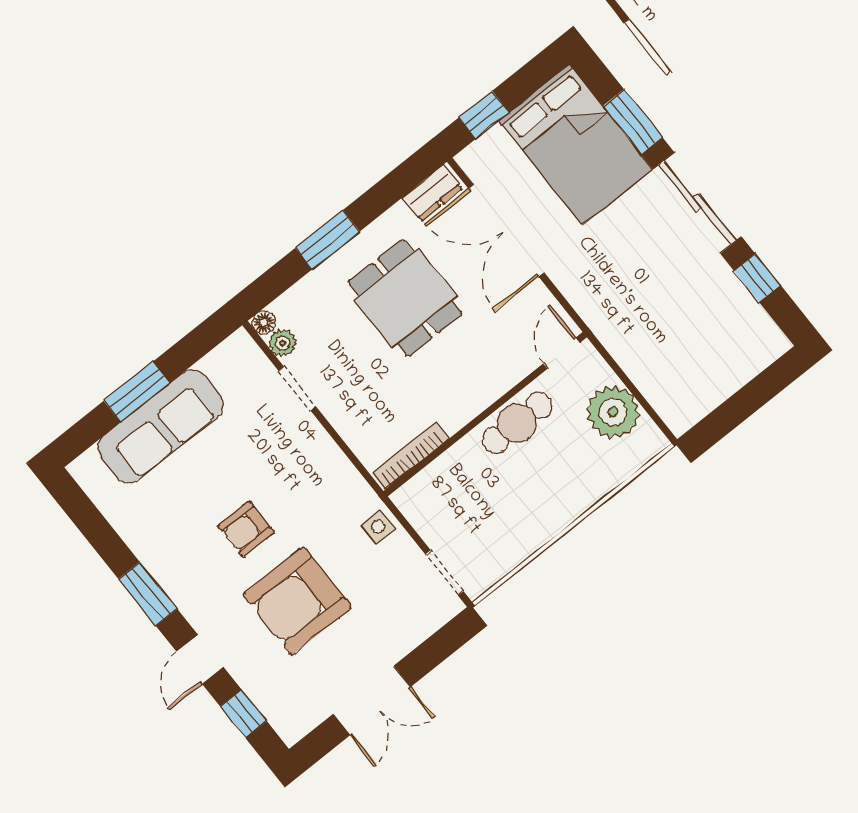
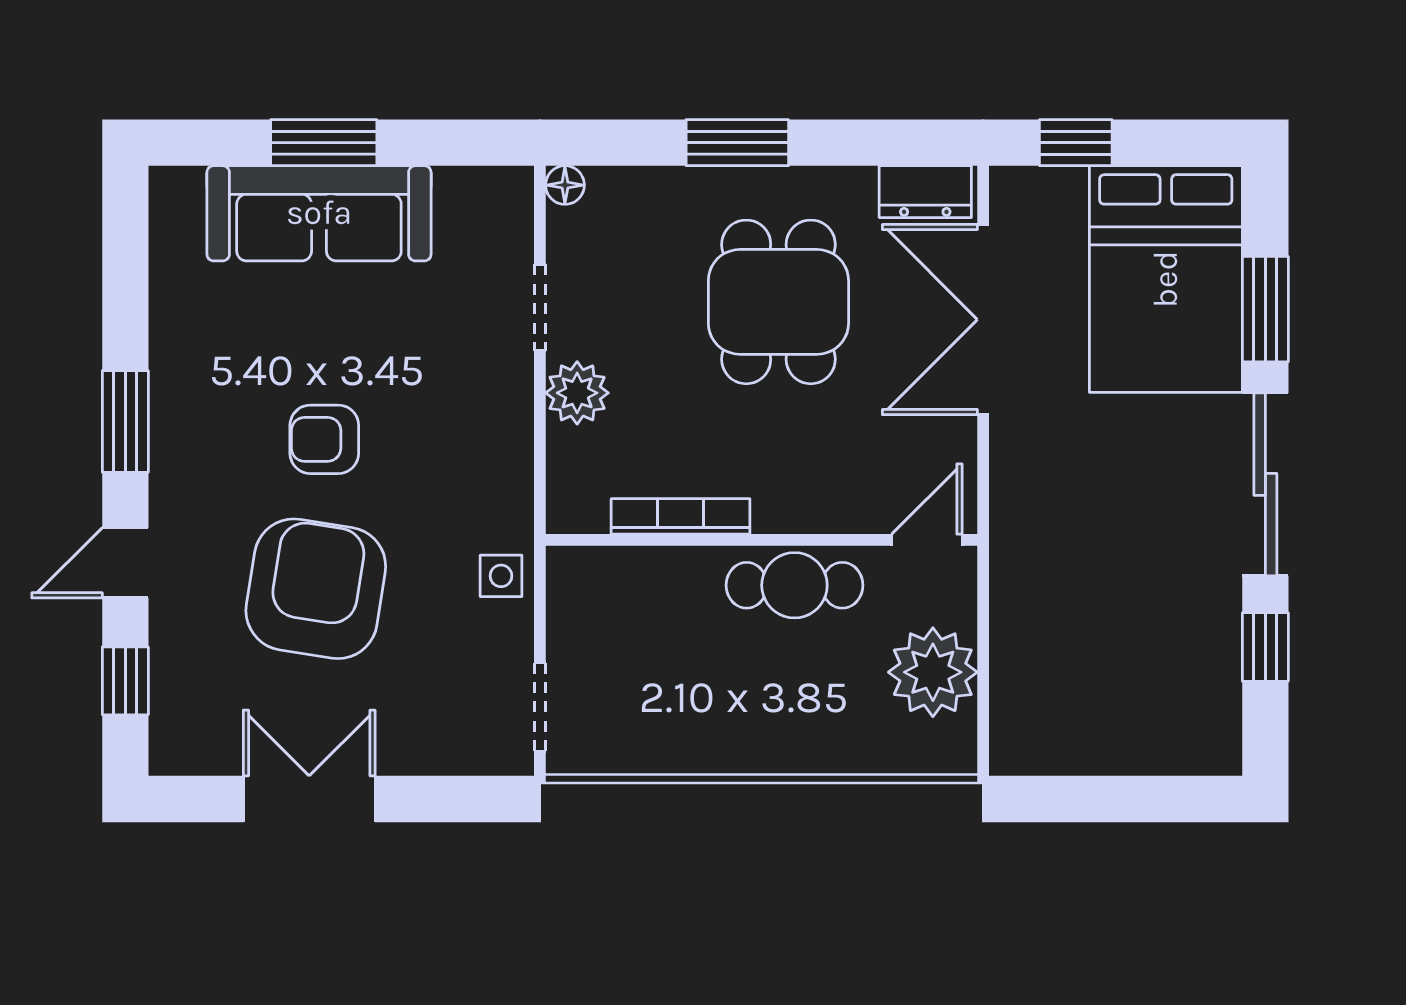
plant: (283, 343) -> (577, 393), moved, width x1.38, depth x1.38
bookcase: (410, 456) -> (681, 516), moved
armchair: (297, 601) -> (316, 589), turned 99
double door: (372, 700) -> (309, 799), swing flipped

